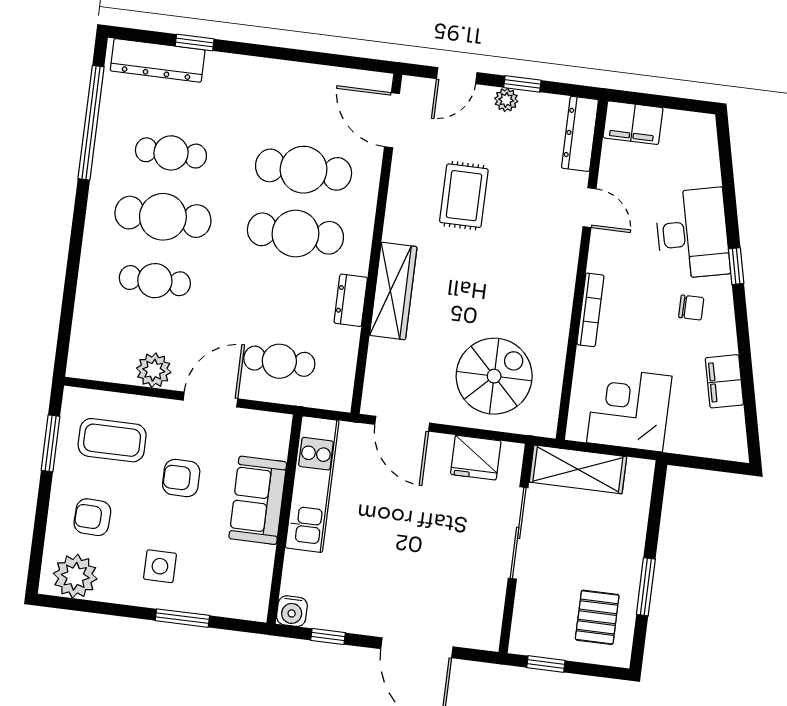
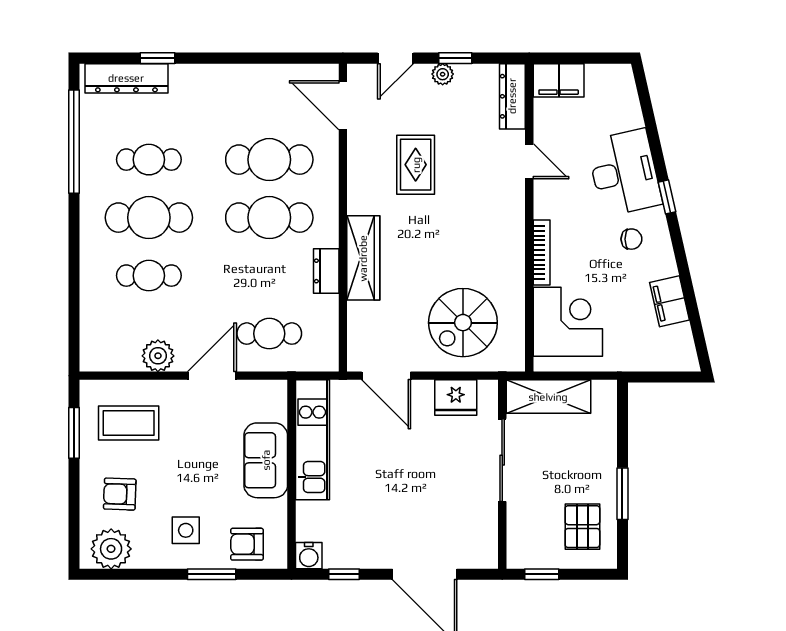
spiral stairs: (494, 376) -> (463, 323), turned 180
corner desk: (629, 409) -> (568, 322), moved, turned 90
armchair: (181, 478) -> (247, 544), moved

